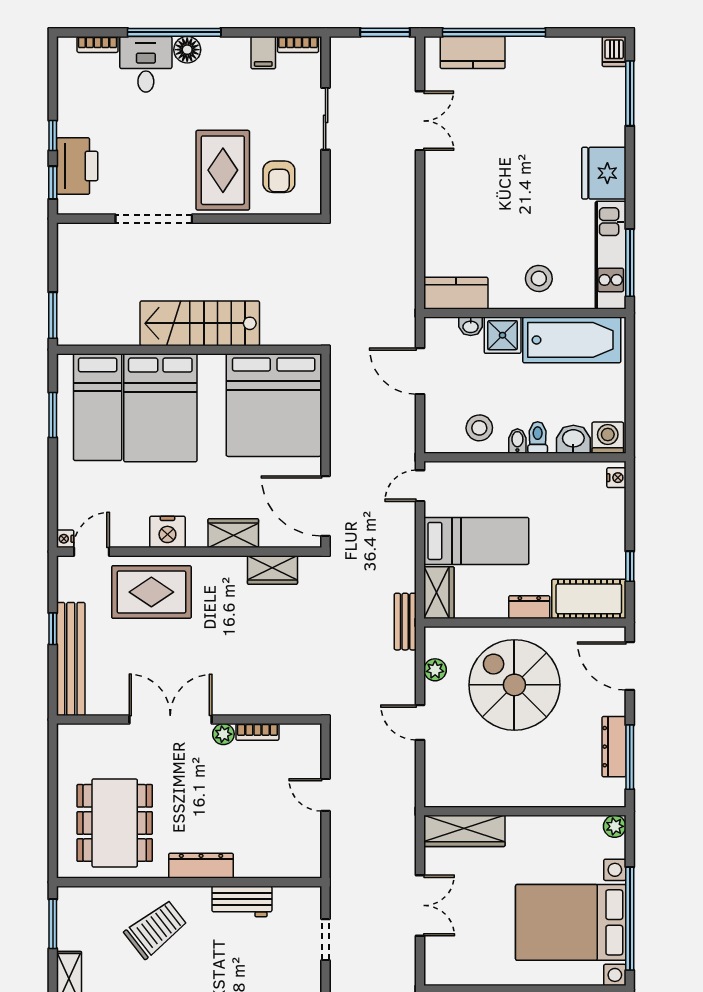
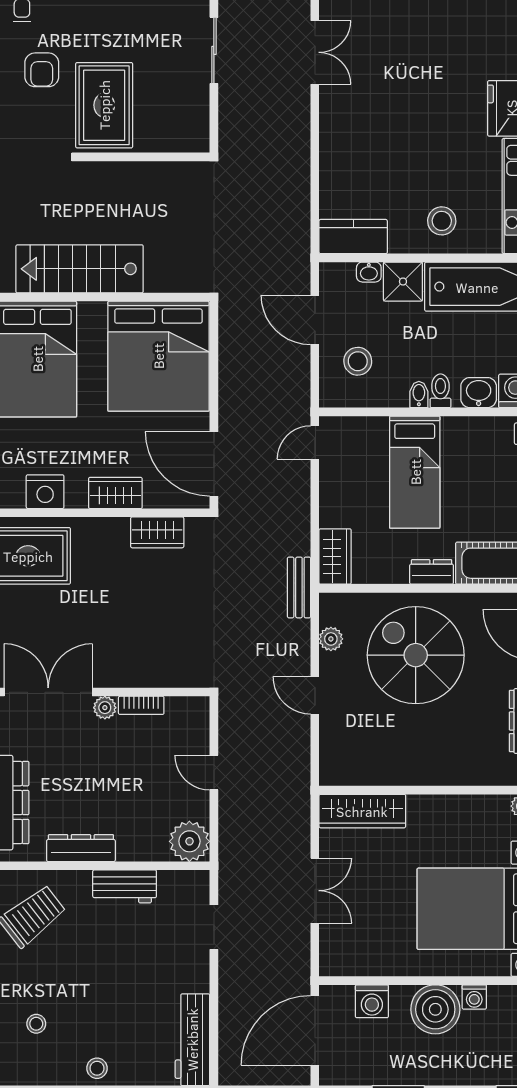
armchair: (279, 177) -> (42, 70), moved
stool: (479, 428) -> (358, 361), moved
bed: (476, 541) -> (415, 472), moved, turned 90
plant: (303, 859) -> (189, 841), added

